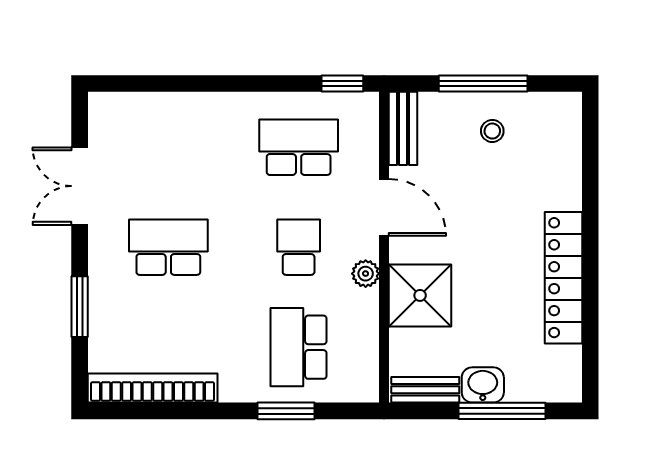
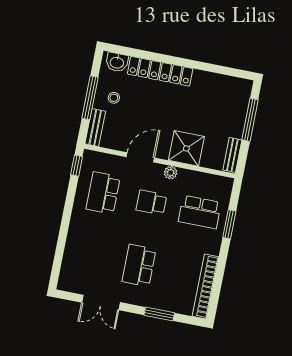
bench: (403, 128) -> (95, 128), moved, turned 90
locker: (563, 278) -> (160, 71), moved
washbasin: (483, 385) -> (117, 62), moved, turned -90

